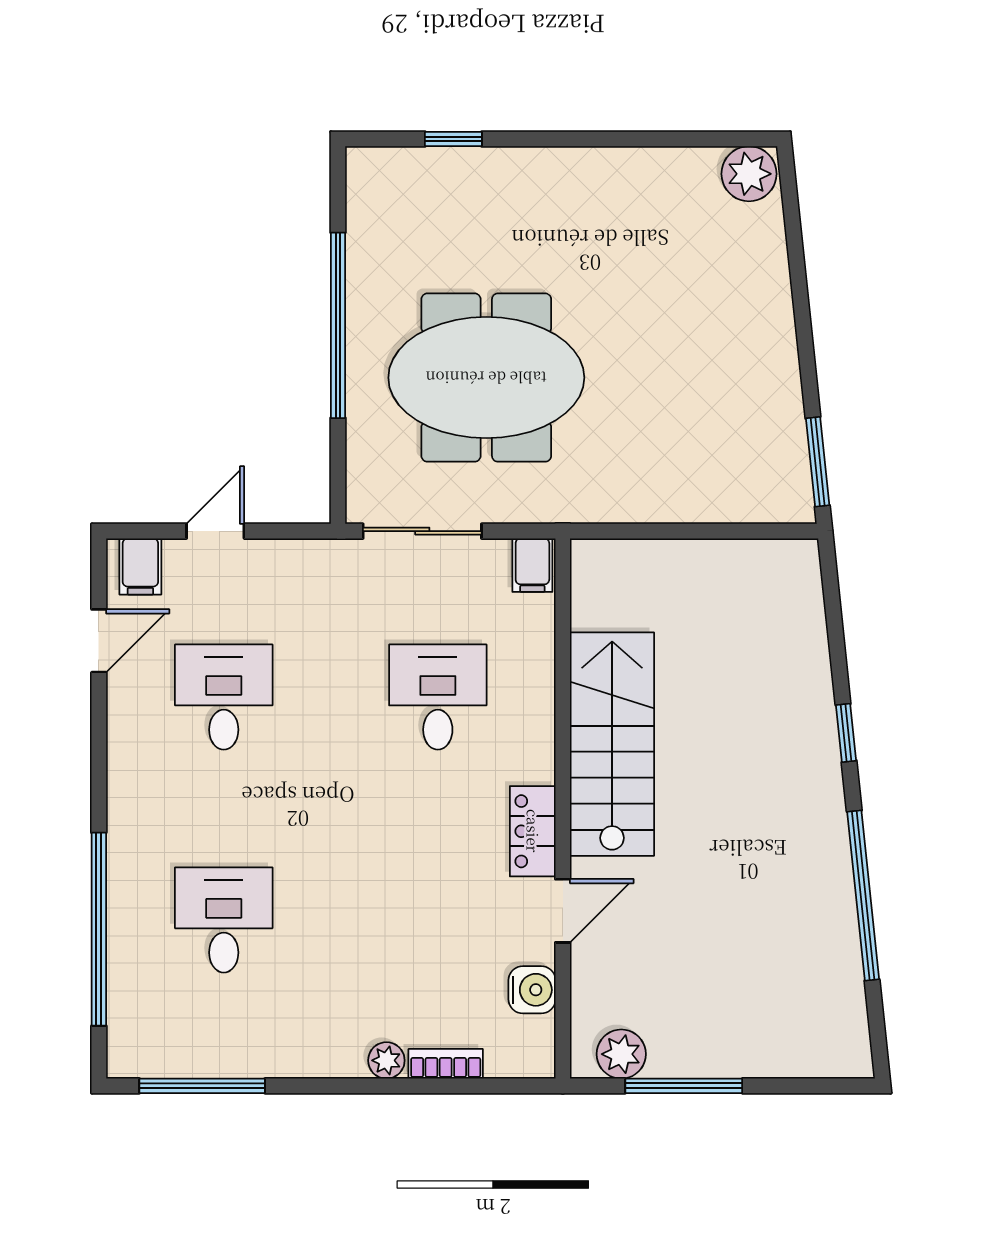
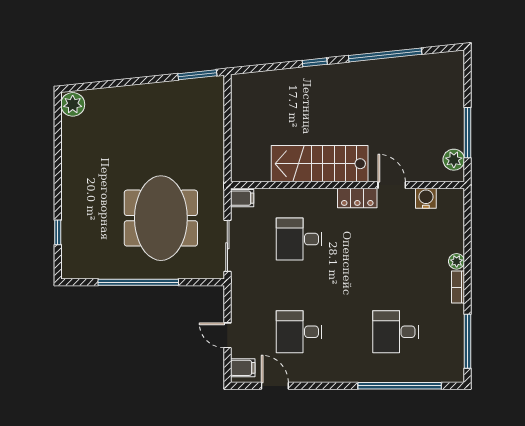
bookcase: (446, 1064) -> (458, 287), moved

